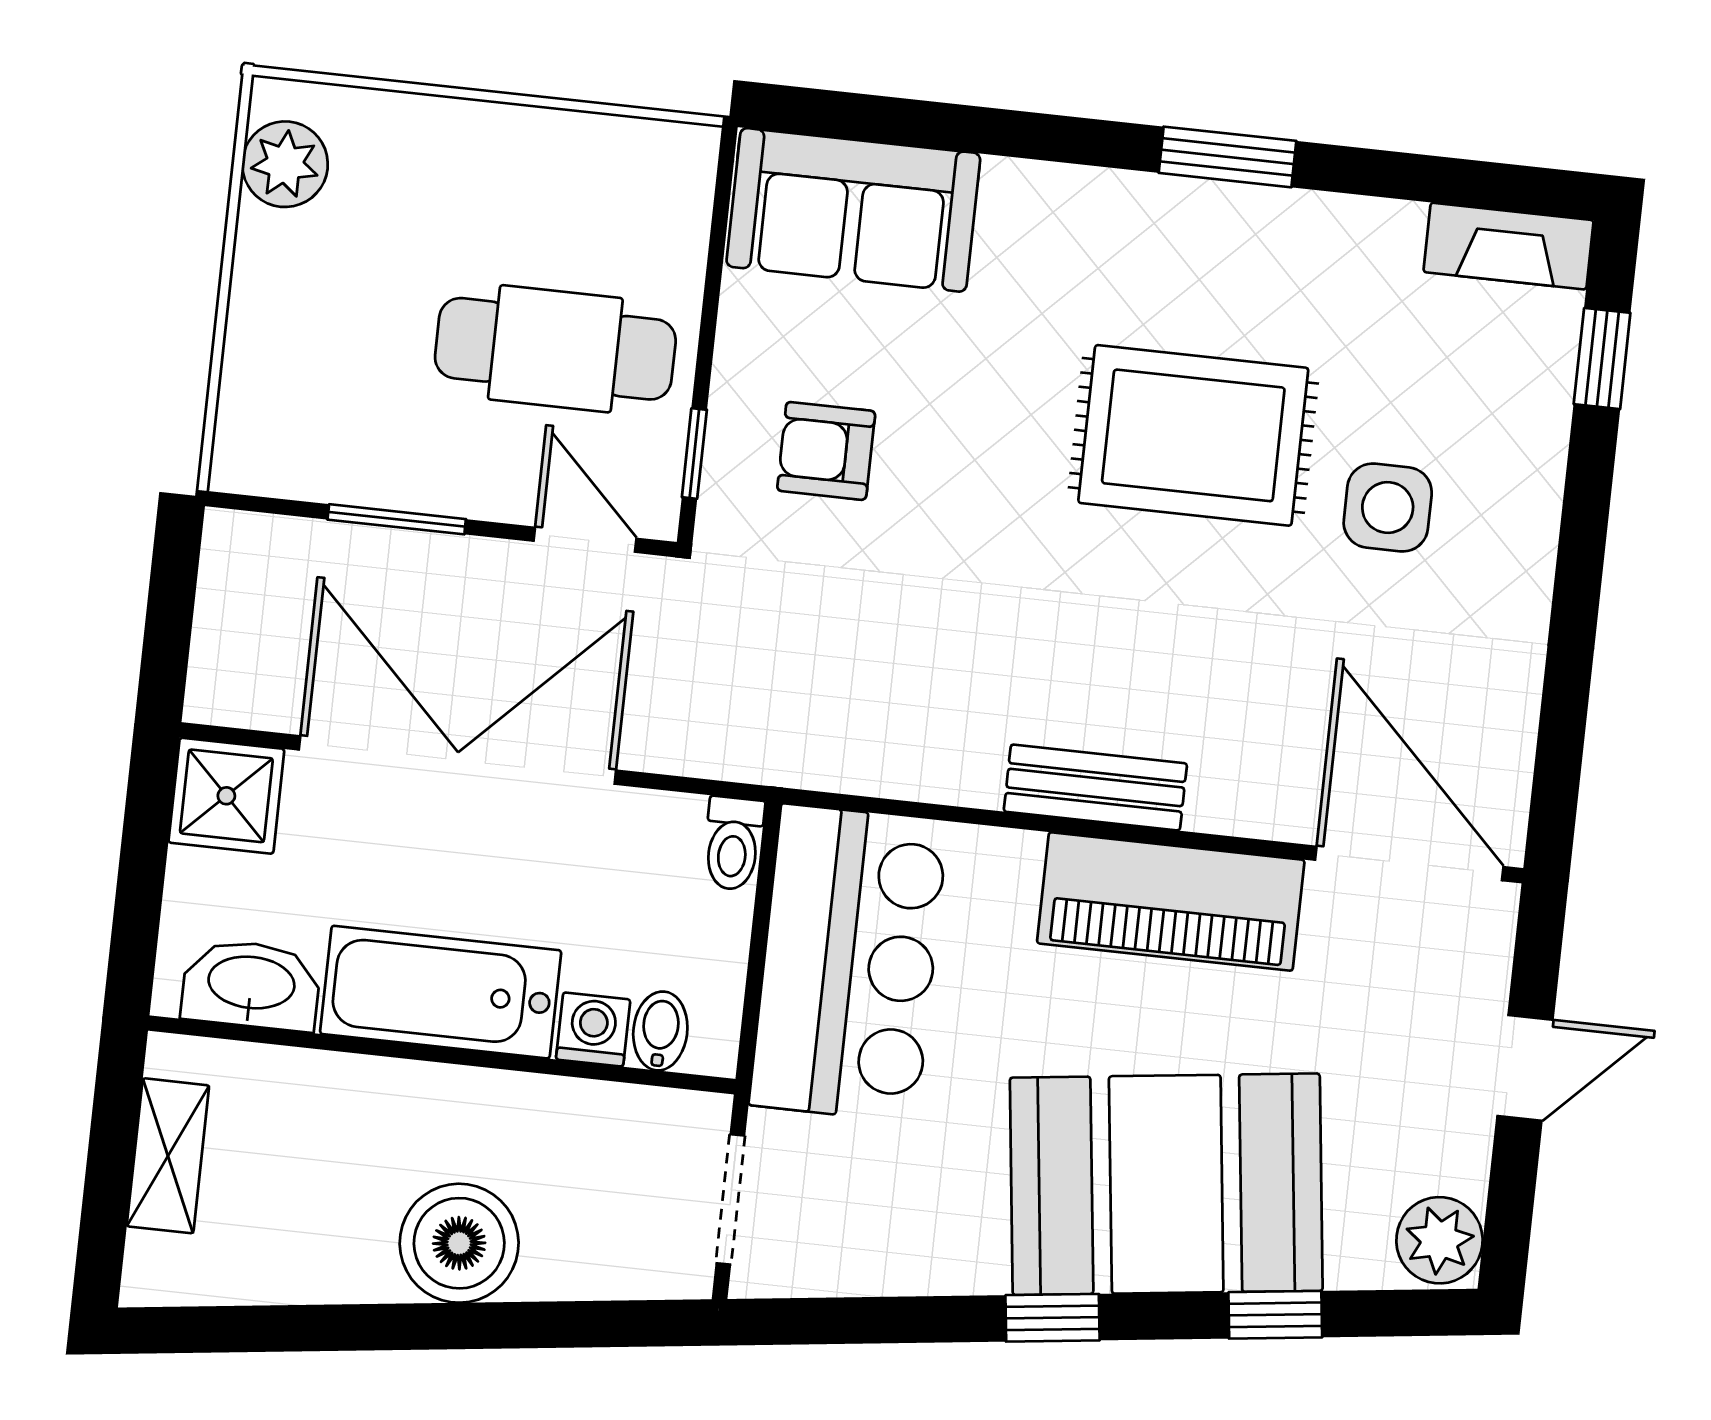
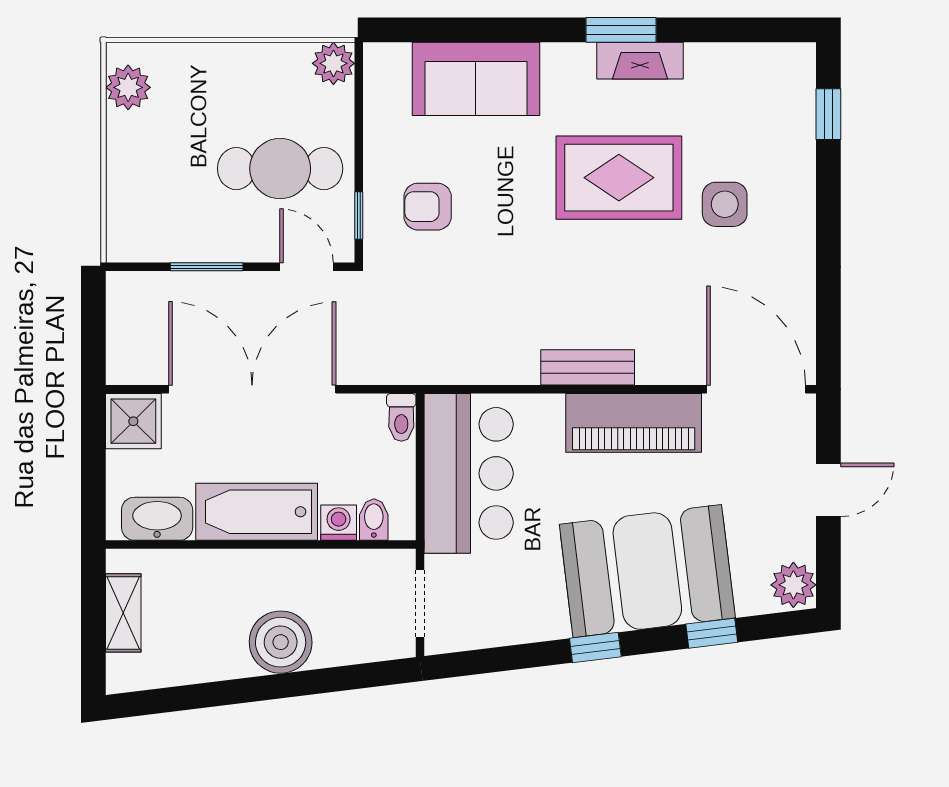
plant: (678, 161) -> (333, 63), added
sofa: (853, 210) -> (476, 79), moved
fireplace: (1509, 246) -> (640, 61), moved

